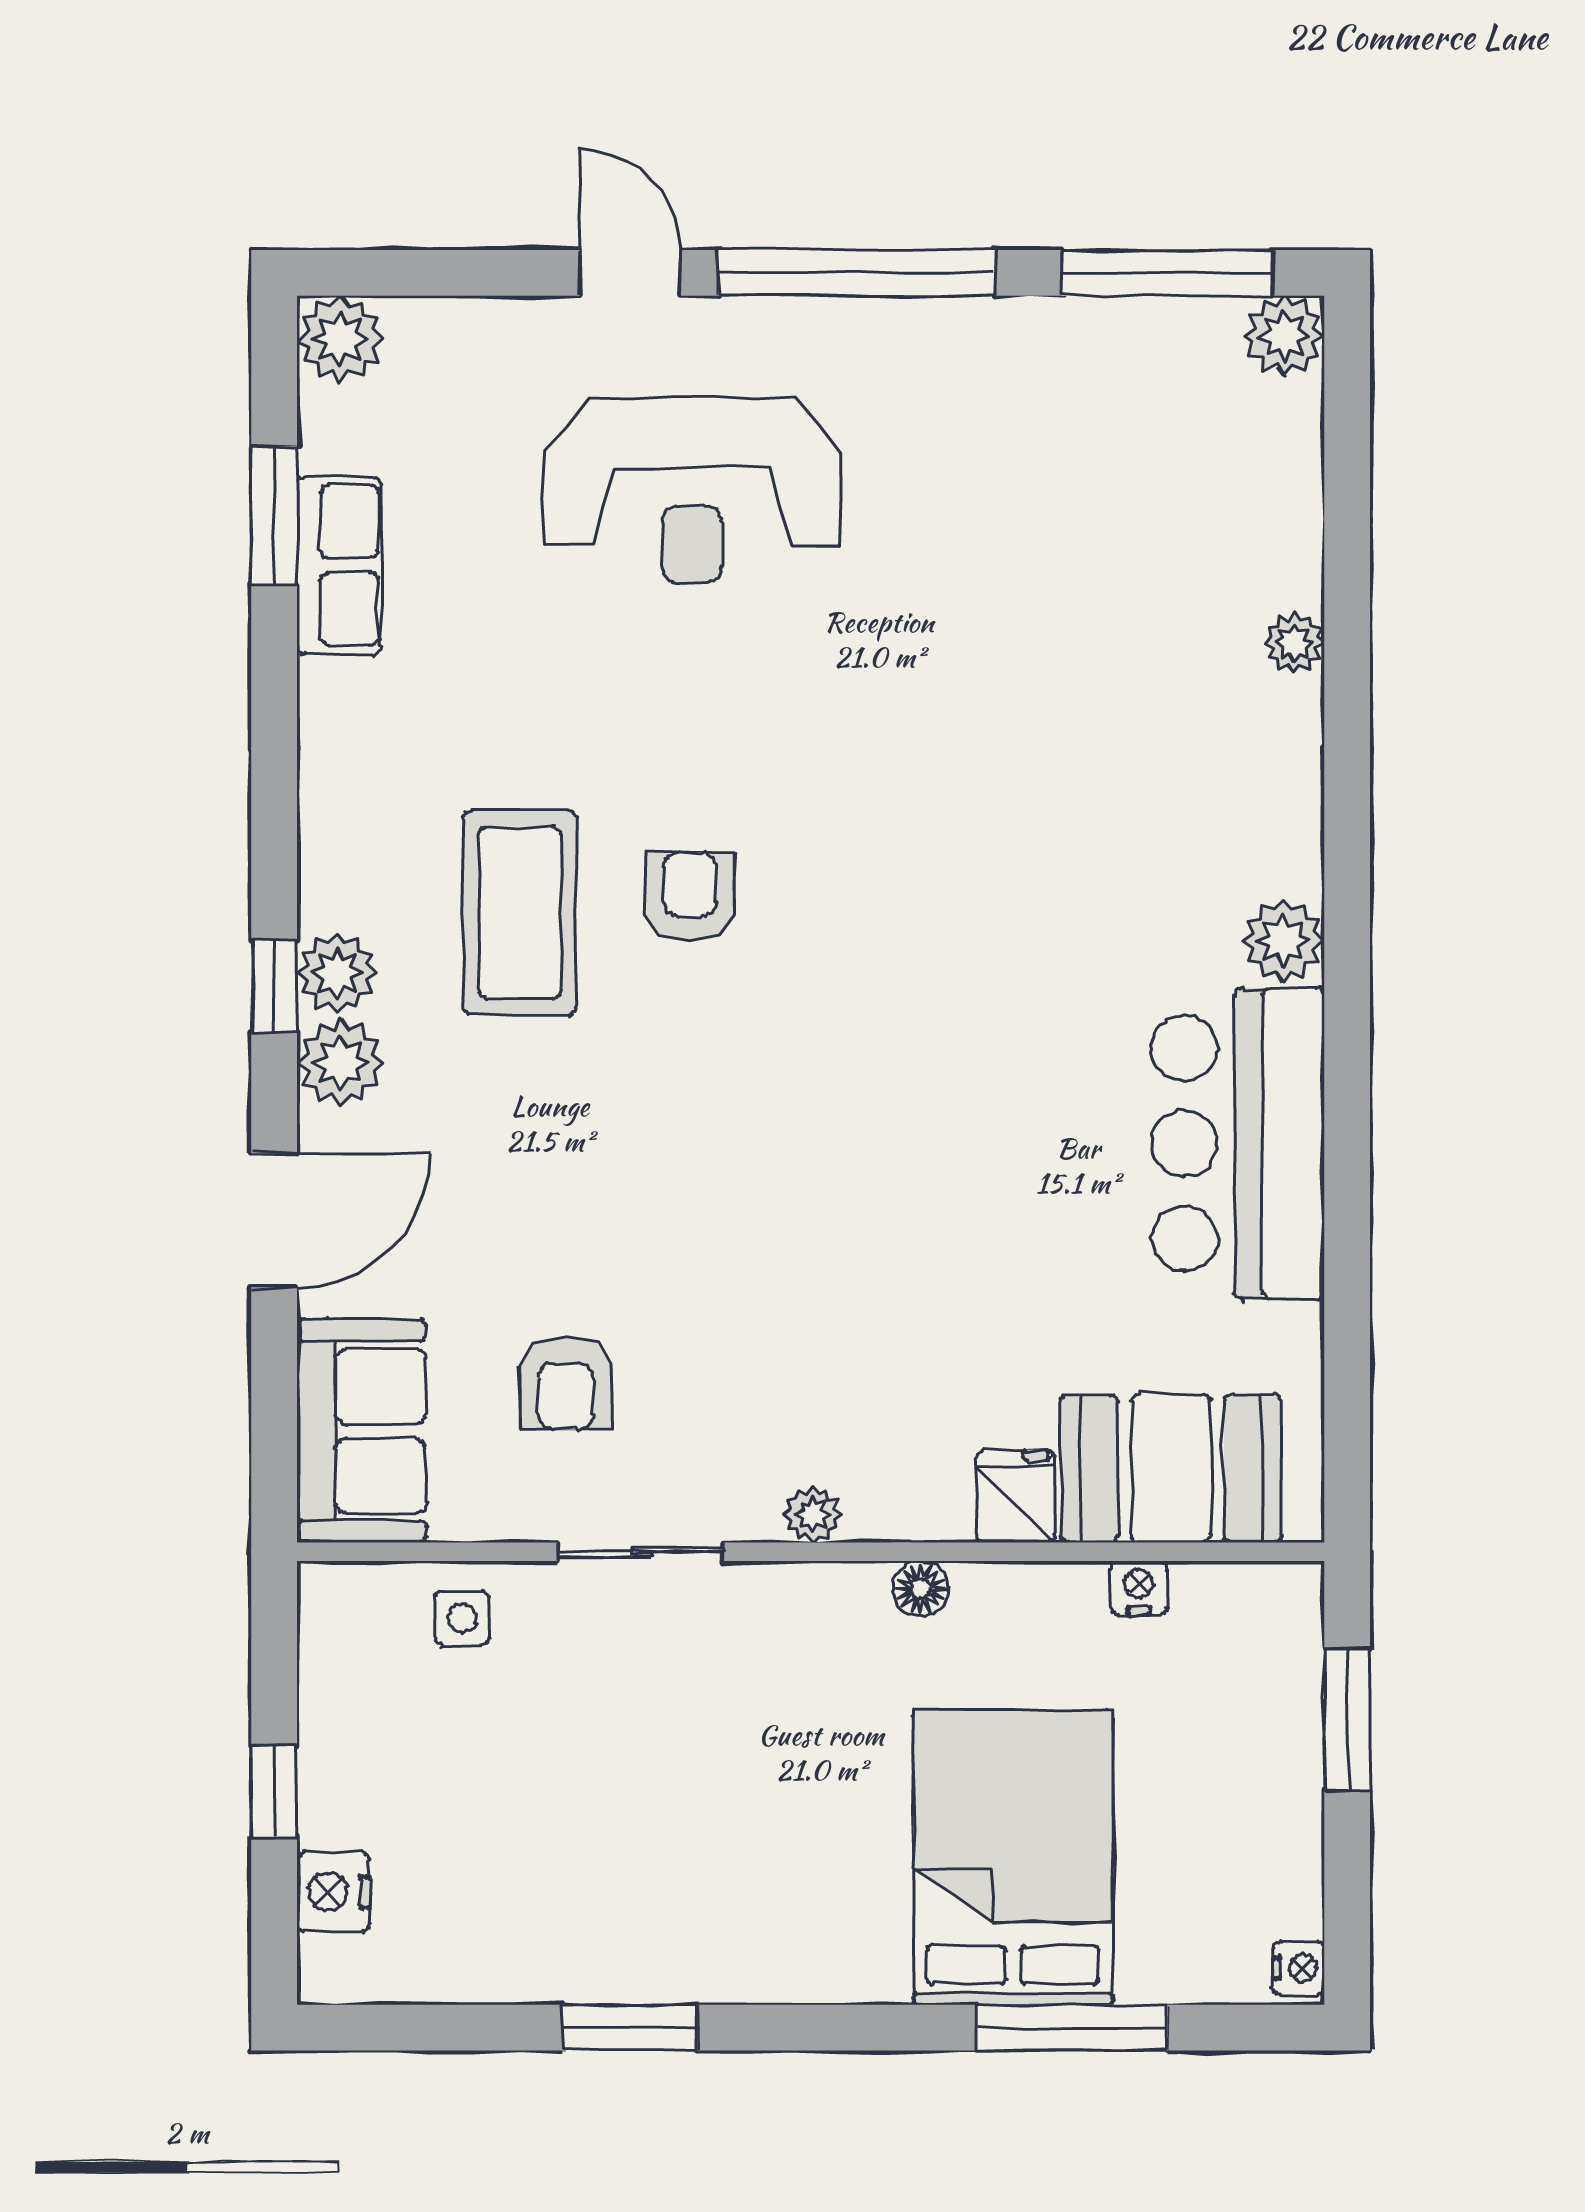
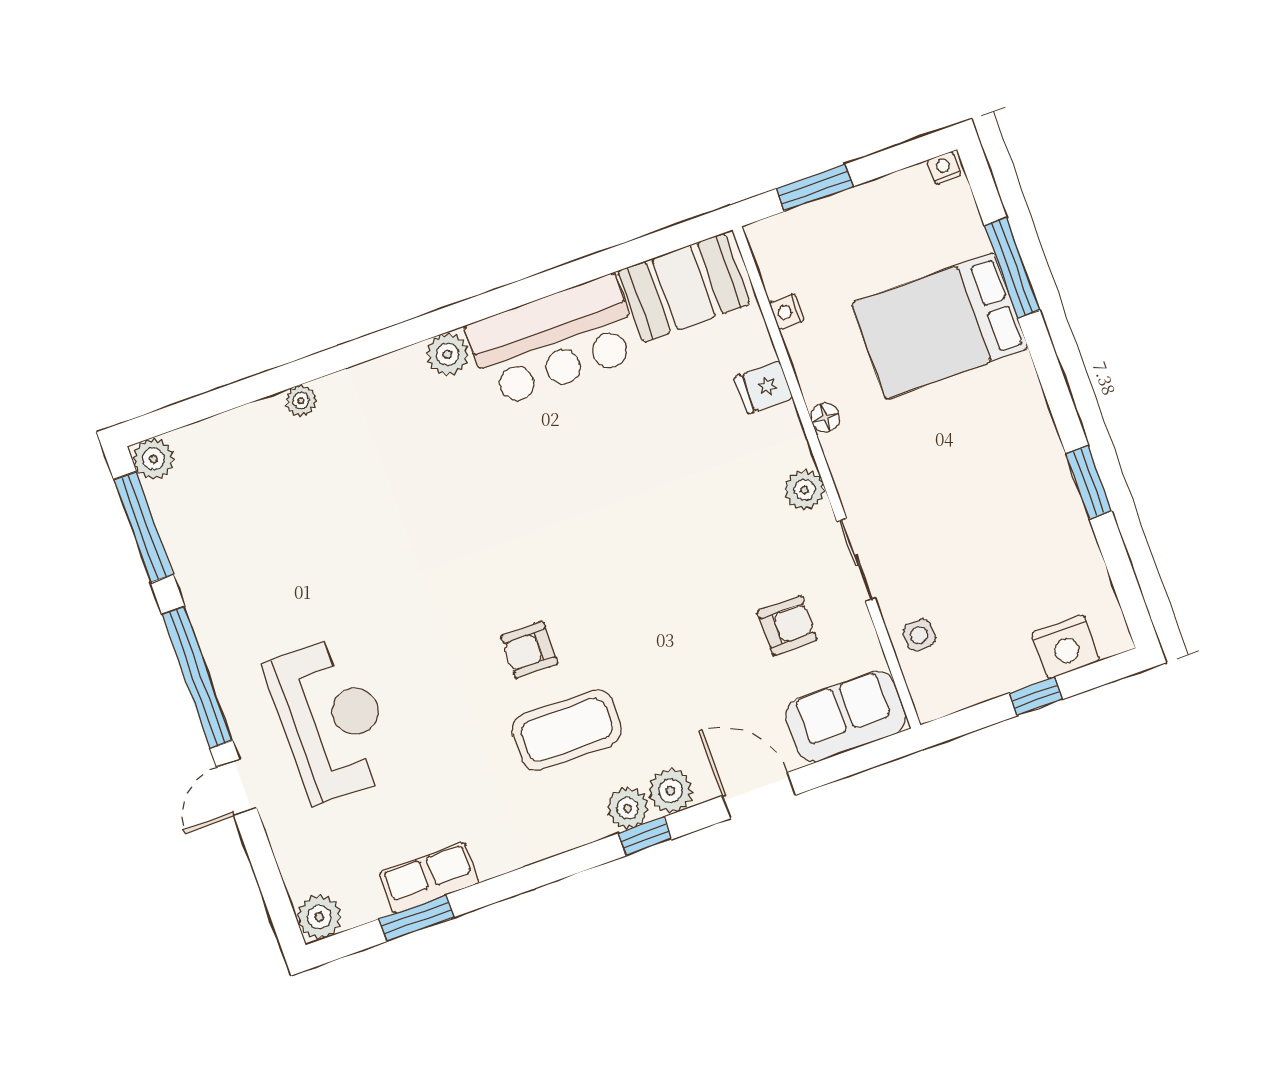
booth: (1171, 1469) -> (684, 288), moved, turned 90
plant: (813, 1514) -> (805, 490), width x1.38, depth x1.38
nightstand: (333, 1892) -> (1066, 647), width x1.36, depth x1.33

